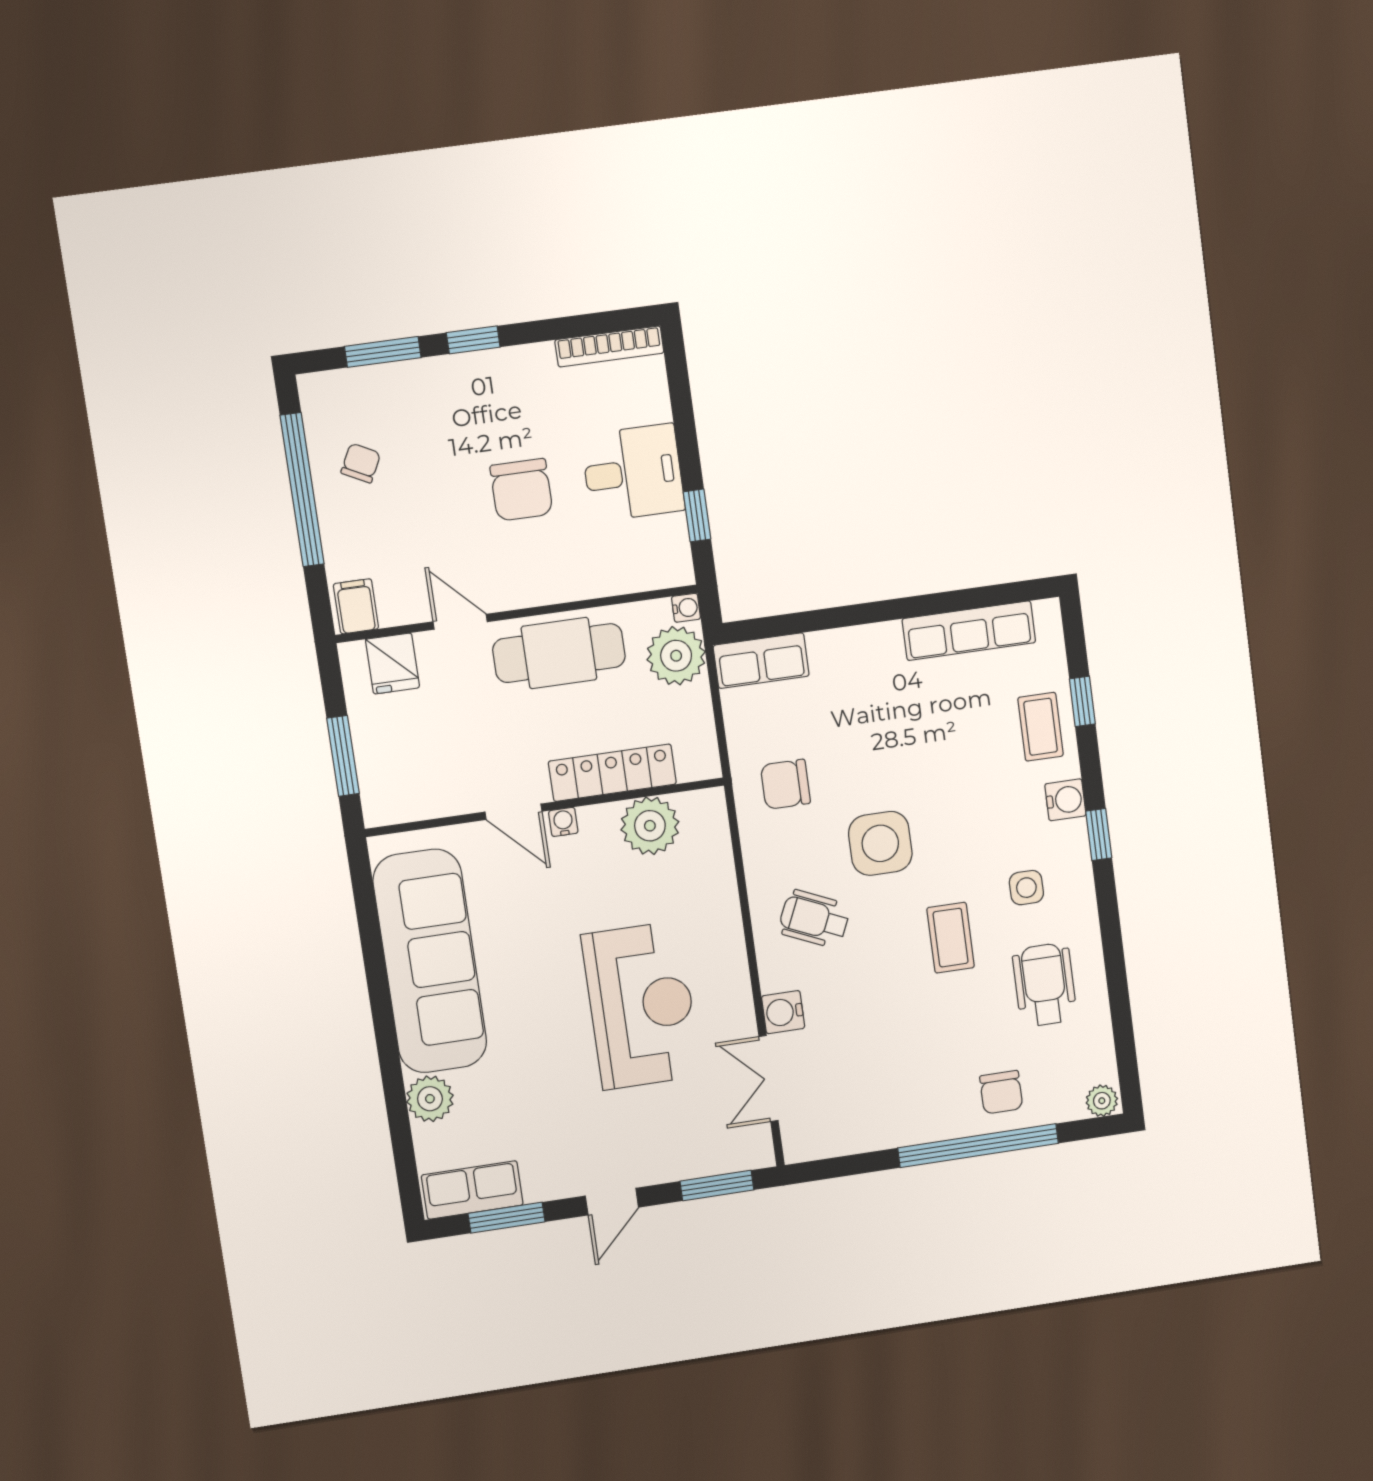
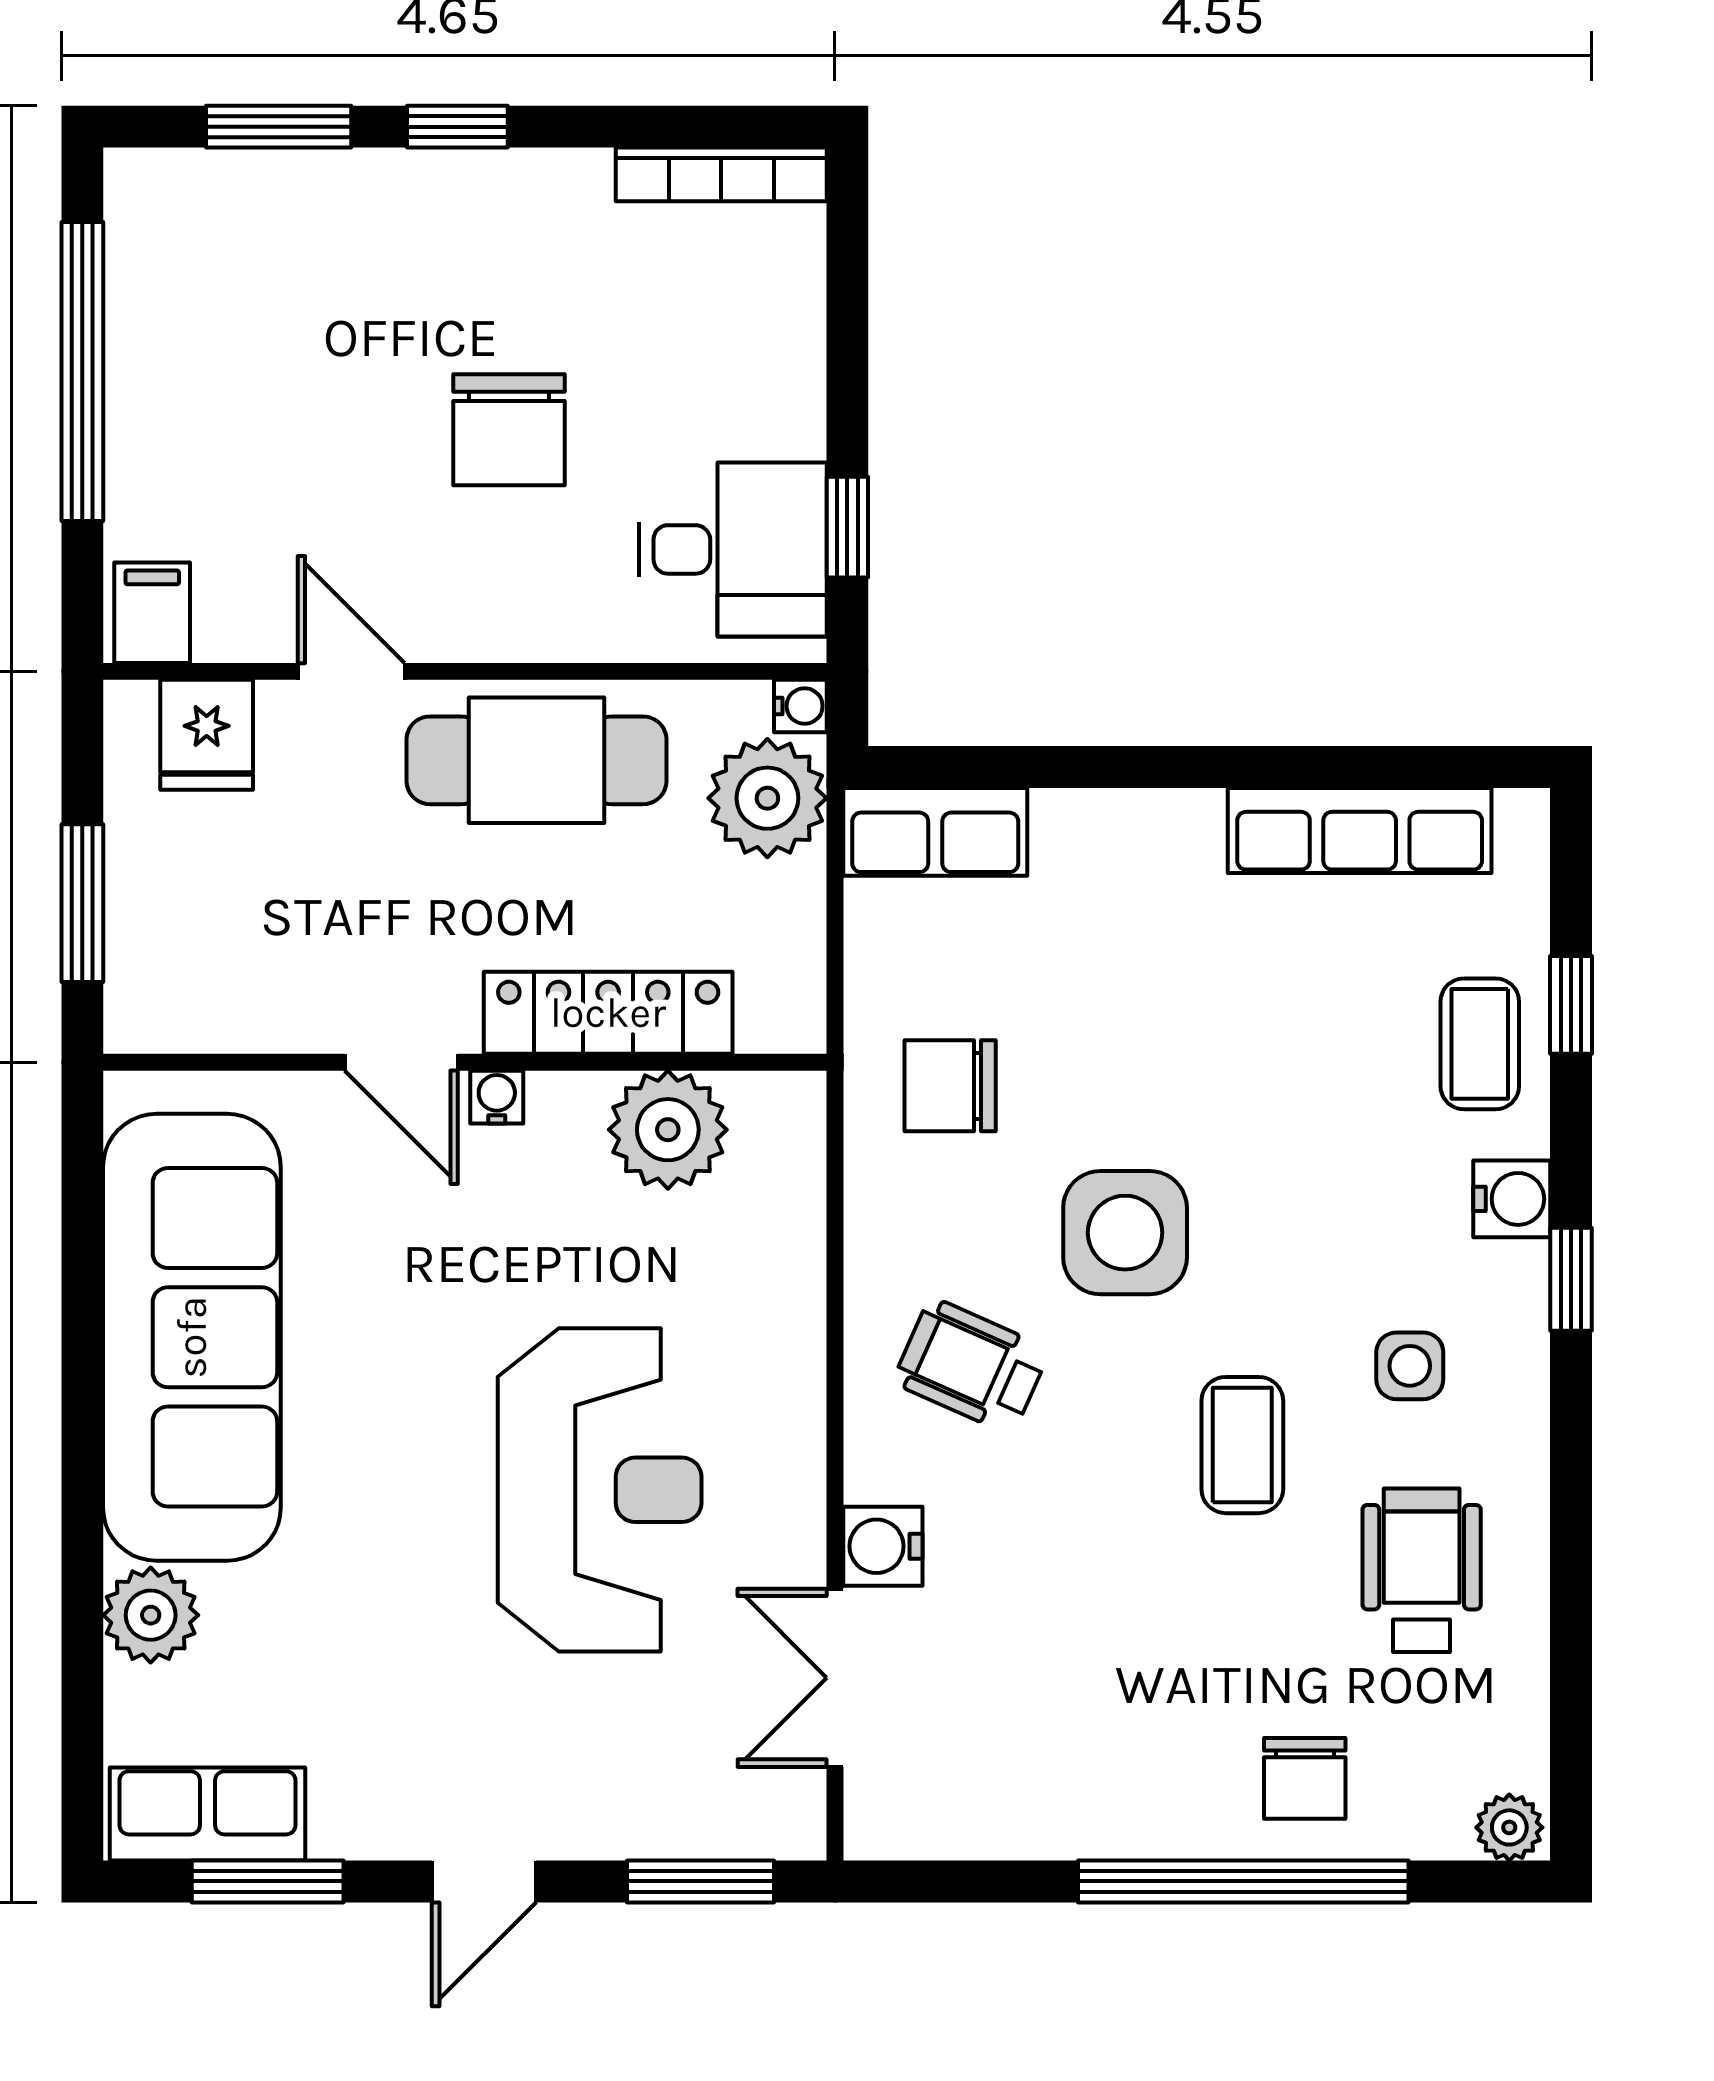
chair: (361, 463) -> (204, 335), removed
desk: (633, 473) -> (733, 549), moved

